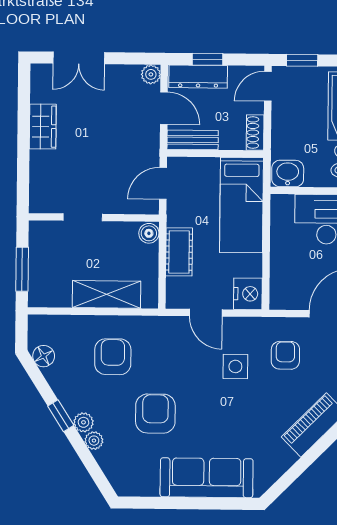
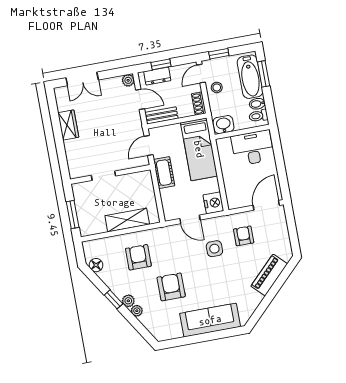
dresser: (198, 77) -> (157, 76), width x0.70
stool: (288, 113) -> (217, 87), added
boiler: (149, 233) -> (146, 178), removed
cot: (179, 252) -> (164, 173), moved

